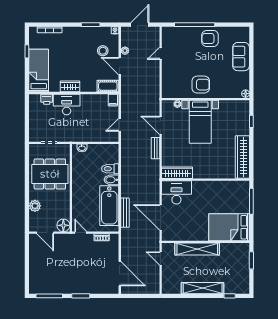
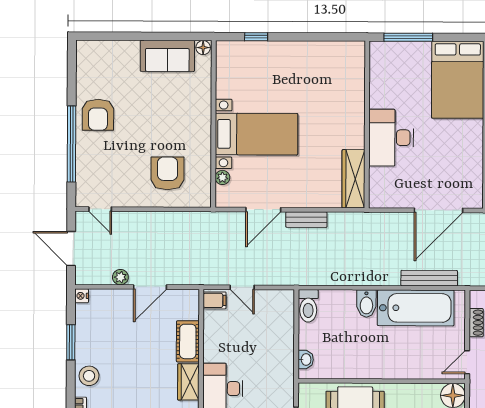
stool: (103, 51) -> (89, 376), moved
door: (161, 53) -> (100, 209), moved
sofa: (241, 57) -> (167, 56), moved
armchair: (201, 85) -> (167, 173), moved
cot: (108, 86) -> (188, 341), moved
door: (120, 125) -> (242, 287), moved
wardrobe: (242, 157) -> (324, 54), removed
toilet: (110, 169) -> (308, 306), moved
desk: (176, 192) -> (391, 138), moved

